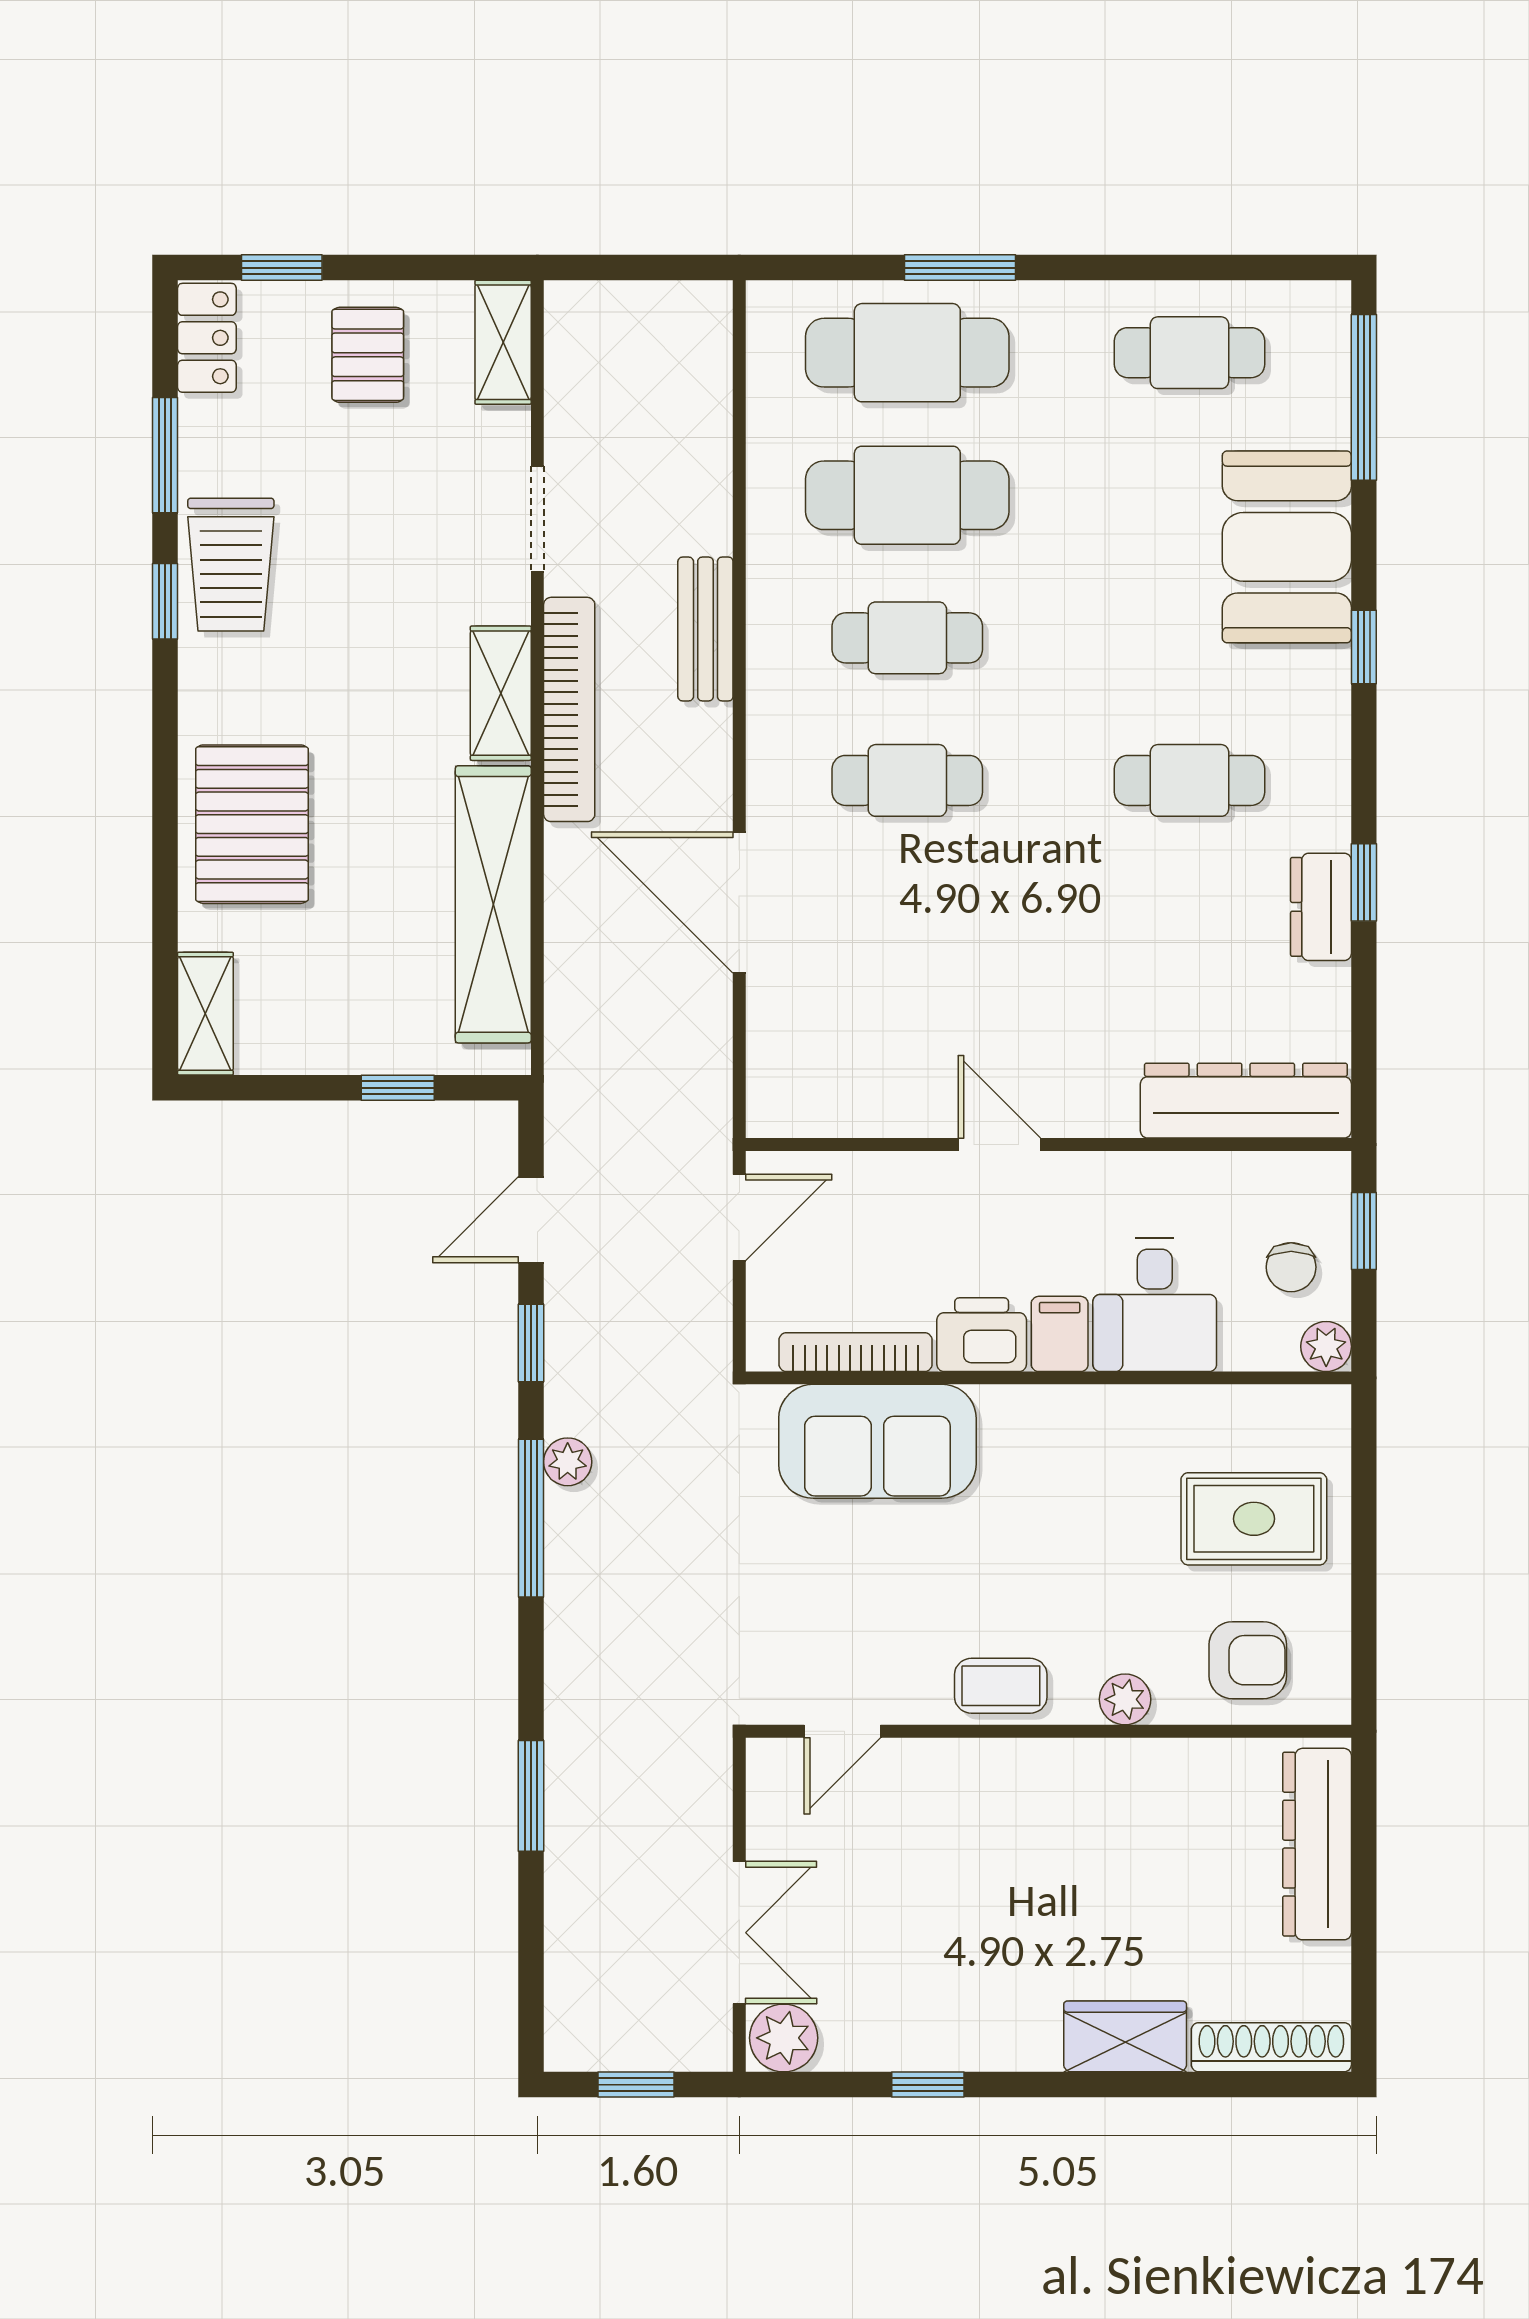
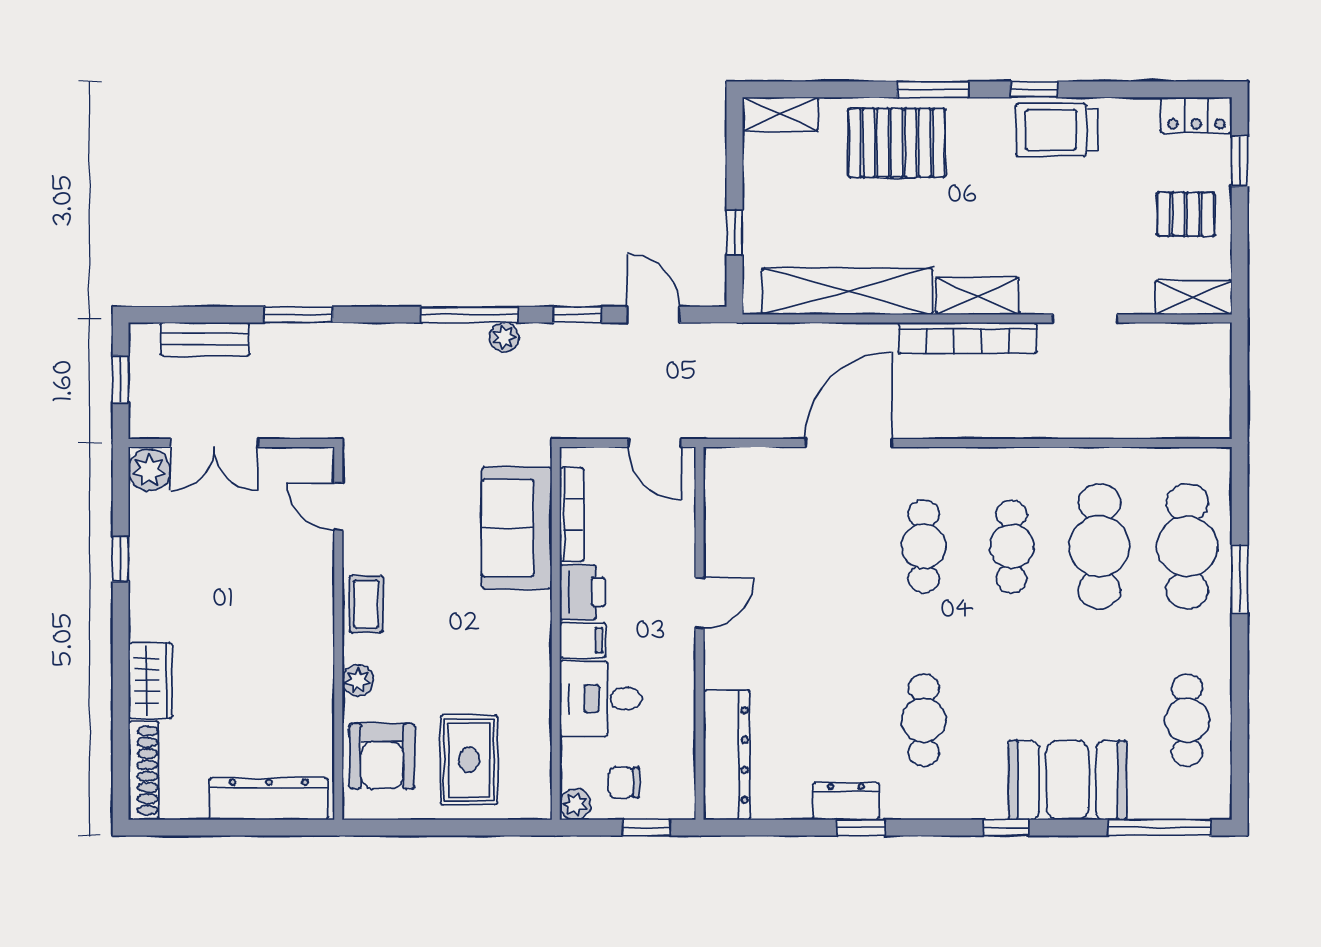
window: (165, 455) -> (933, 89), moved
bench: (705, 629) -> (205, 339), moved
armchair: (1248, 1660) -> (382, 756), width x1.38, depth x1.38

